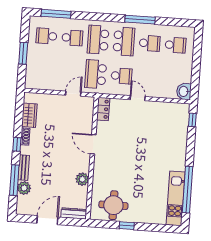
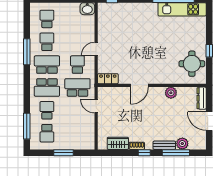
school desk: (96, 74) -> (77, 87), turned 180

